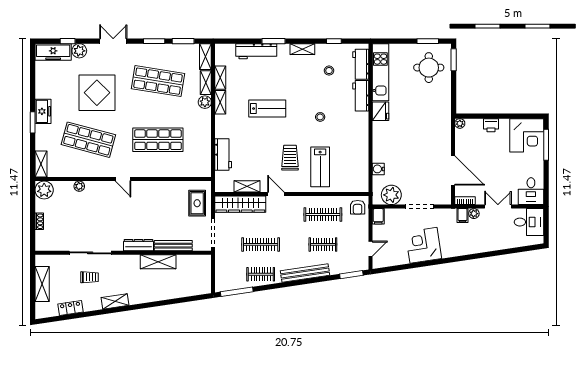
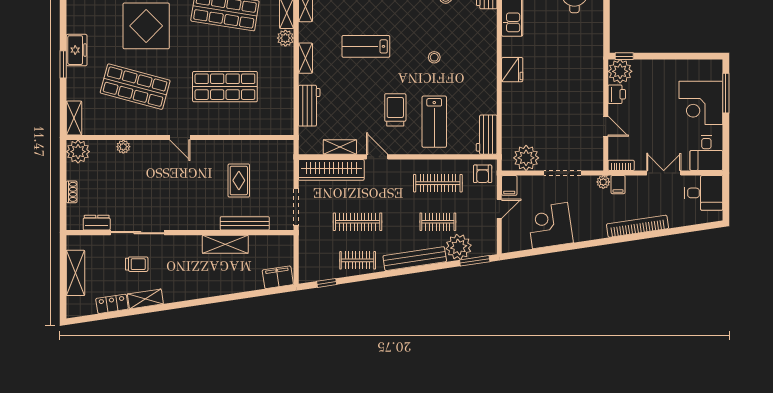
workbench: (361, 96) -> (487, 135), moved
shelving: (220, 102) -> (305, 58), moved
lab bench: (267, 109) -> (366, 46), turned 180
fridge: (381, 111) -> (512, 70), moved
window: (467, 116) -> (624, 56), added
plant: (460, 123) -> (620, 71), width x1.87, depth x1.87
printer: (491, 125) -> (617, 94), moved, turned -90
corner desk: (527, 135) -> (701, 103), moved, turned 90
water cooler: (378, 169) -> (509, 124), removed
door: (453, 170) -> (606, 126), width x0.53
rug: (197, 203) -> (239, 180), moved
plant: (474, 214) -> (603, 182), moved
dresser: (138, 245) -> (97, 223), moved, width x0.70
corner desk: (423, 245) -> (550, 225), moved
bookcase: (478, 248) -> (637, 226), added
door: (371, 249) -> (499, 209), moved
plant: (339, 264) -> (459, 247), added
filing cabinet: (199, 287) -> (278, 277), added
window: (237, 292) -> (327, 283), width x0.46
shelving: (115, 301) -> (145, 299), moved

